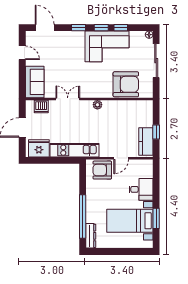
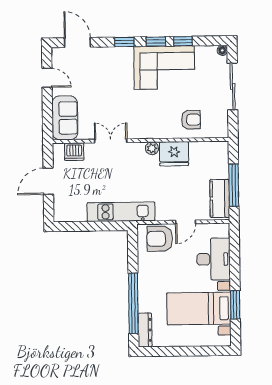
armchair: (126, 84) -> (191, 120), width x0.53, depth x0.53
window: (156, 132) -> (234, 185), width x2.17
fridge: (39, 148) -> (174, 154), moved, turned 180
desk: (141, 189) -> (214, 259), width x1.37

